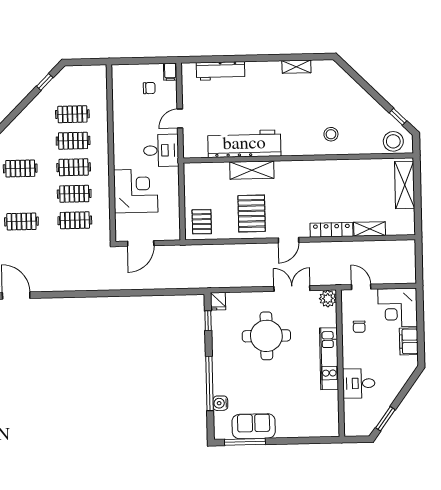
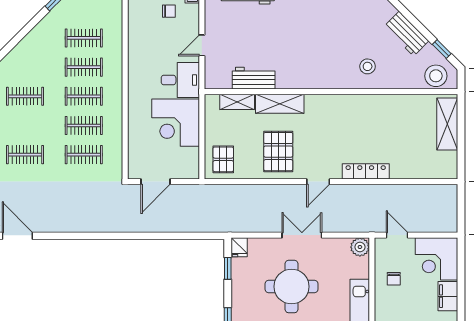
workbench: (366, 104) -> (406, 34), added
workbench: (244, 144) -> (254, 78), width x0.53, depth x0.76
corner desk: (136, 191) -> (176, 123), moved, turned 180
shelving: (370, 229) -> (237, 102), moved
double door: (292, 288) -> (302, 235), moved

